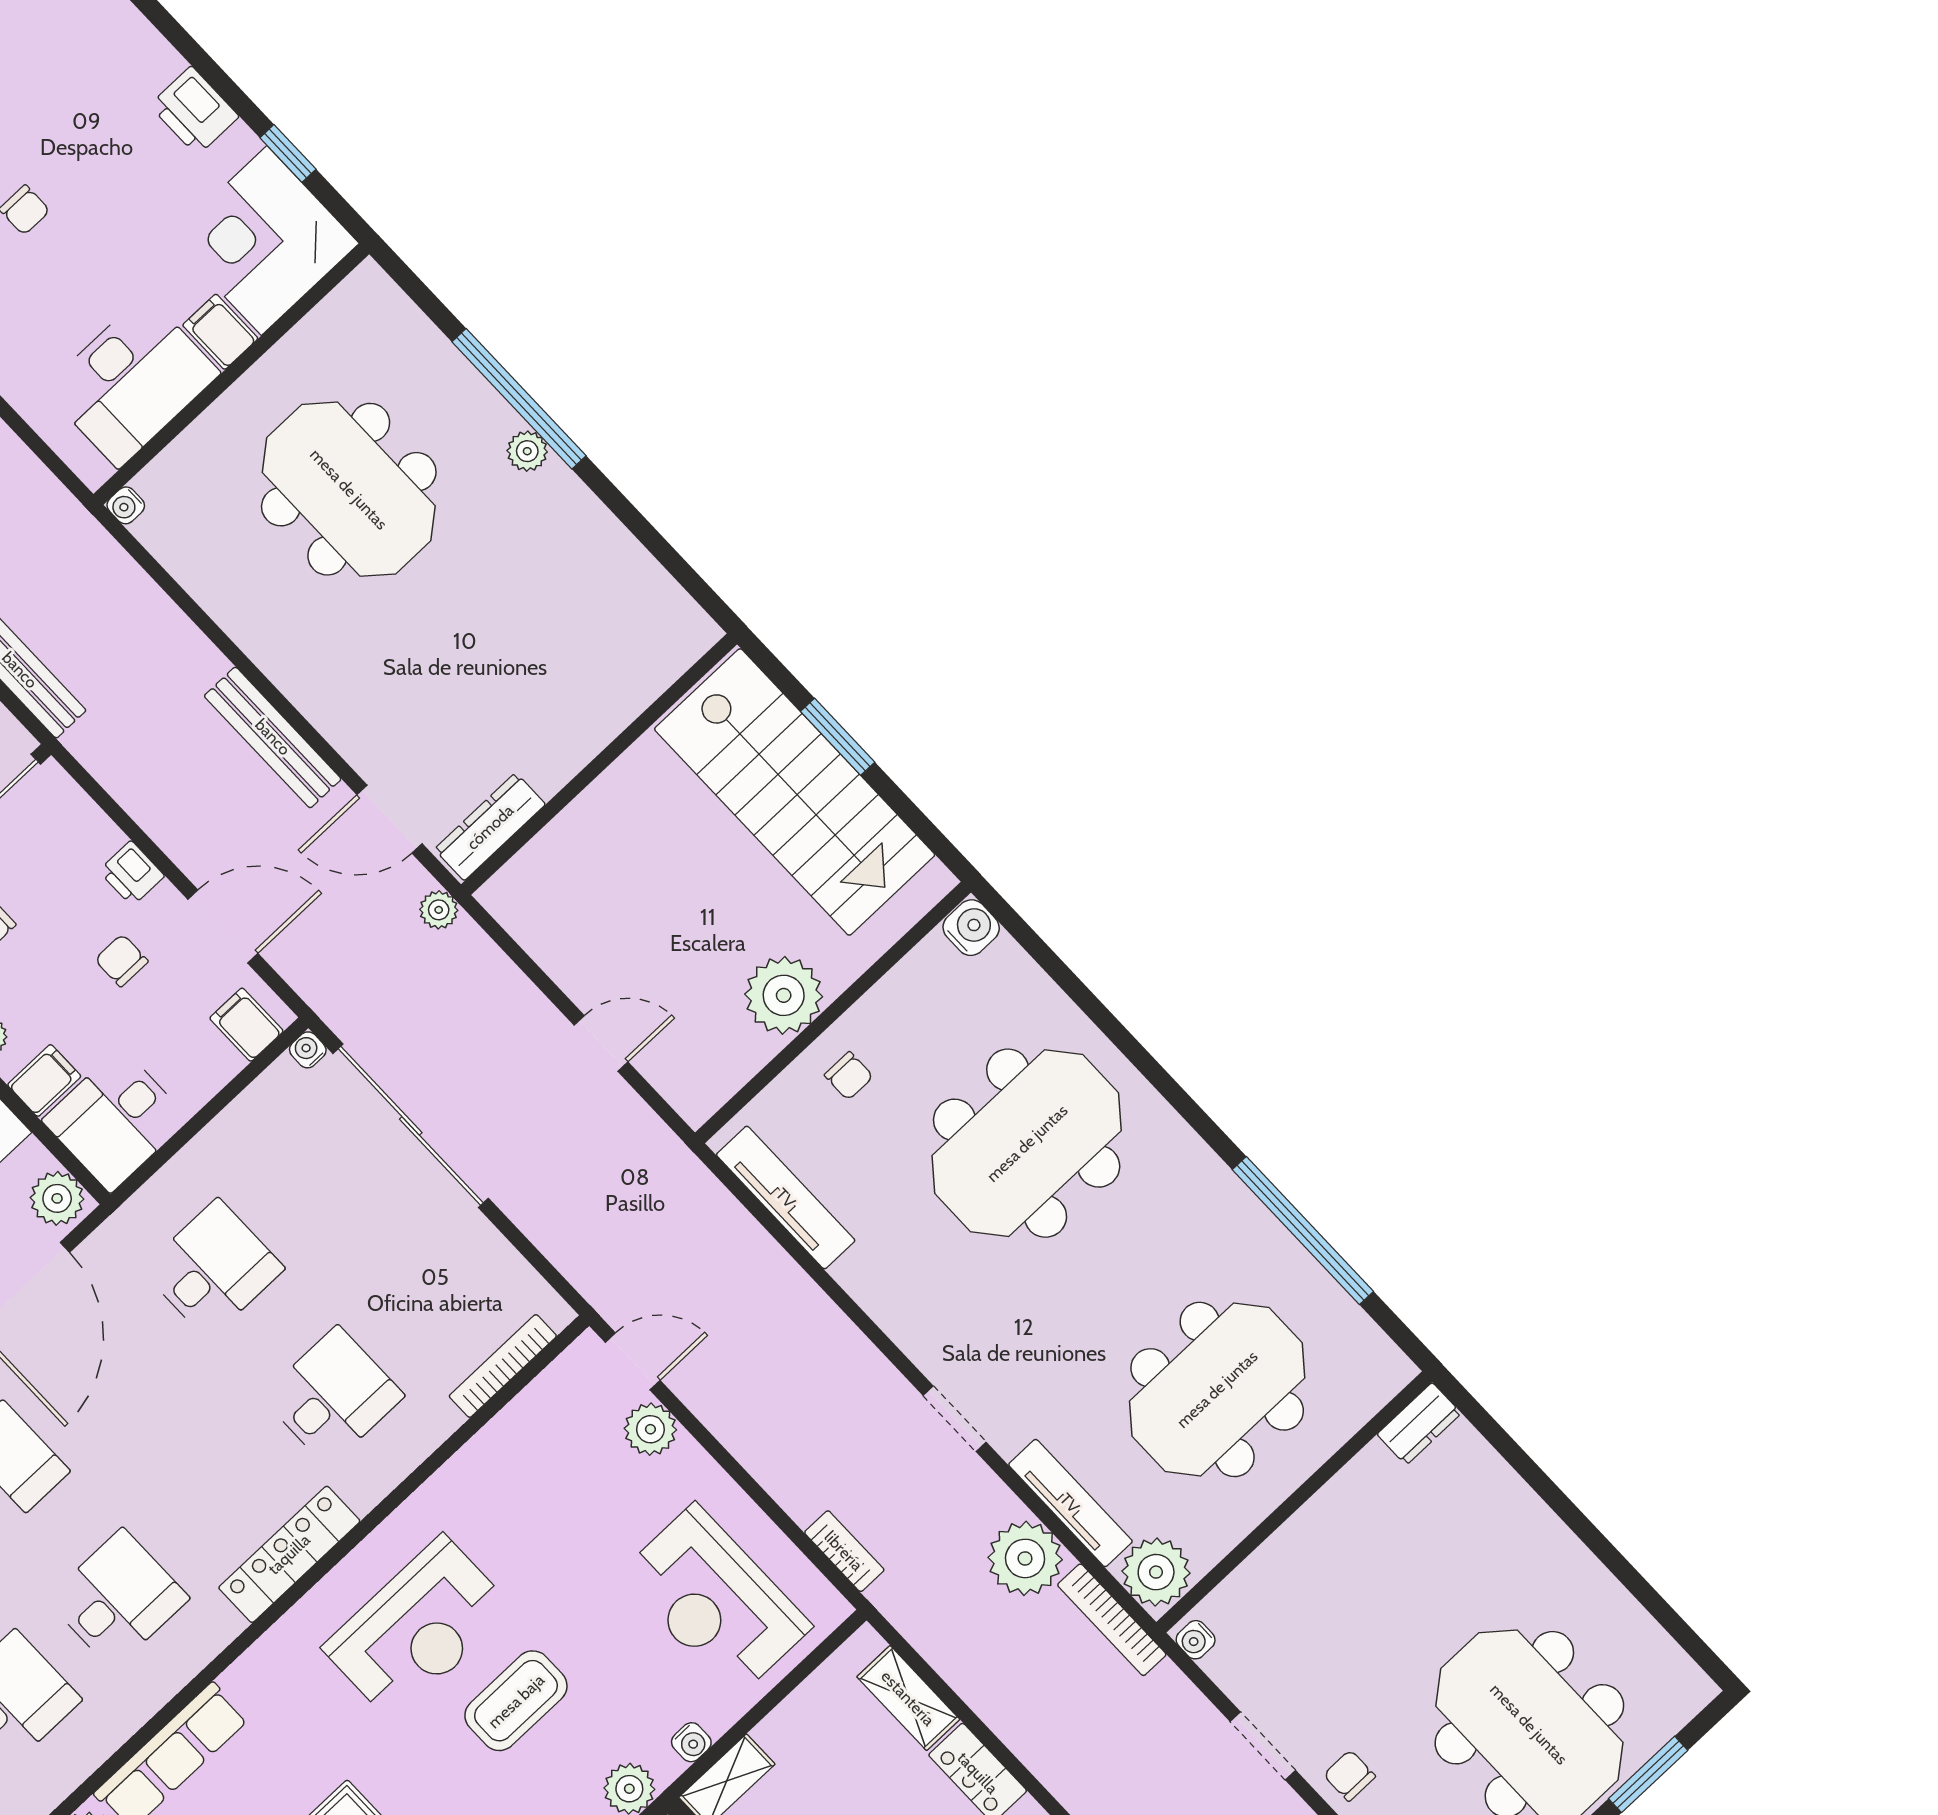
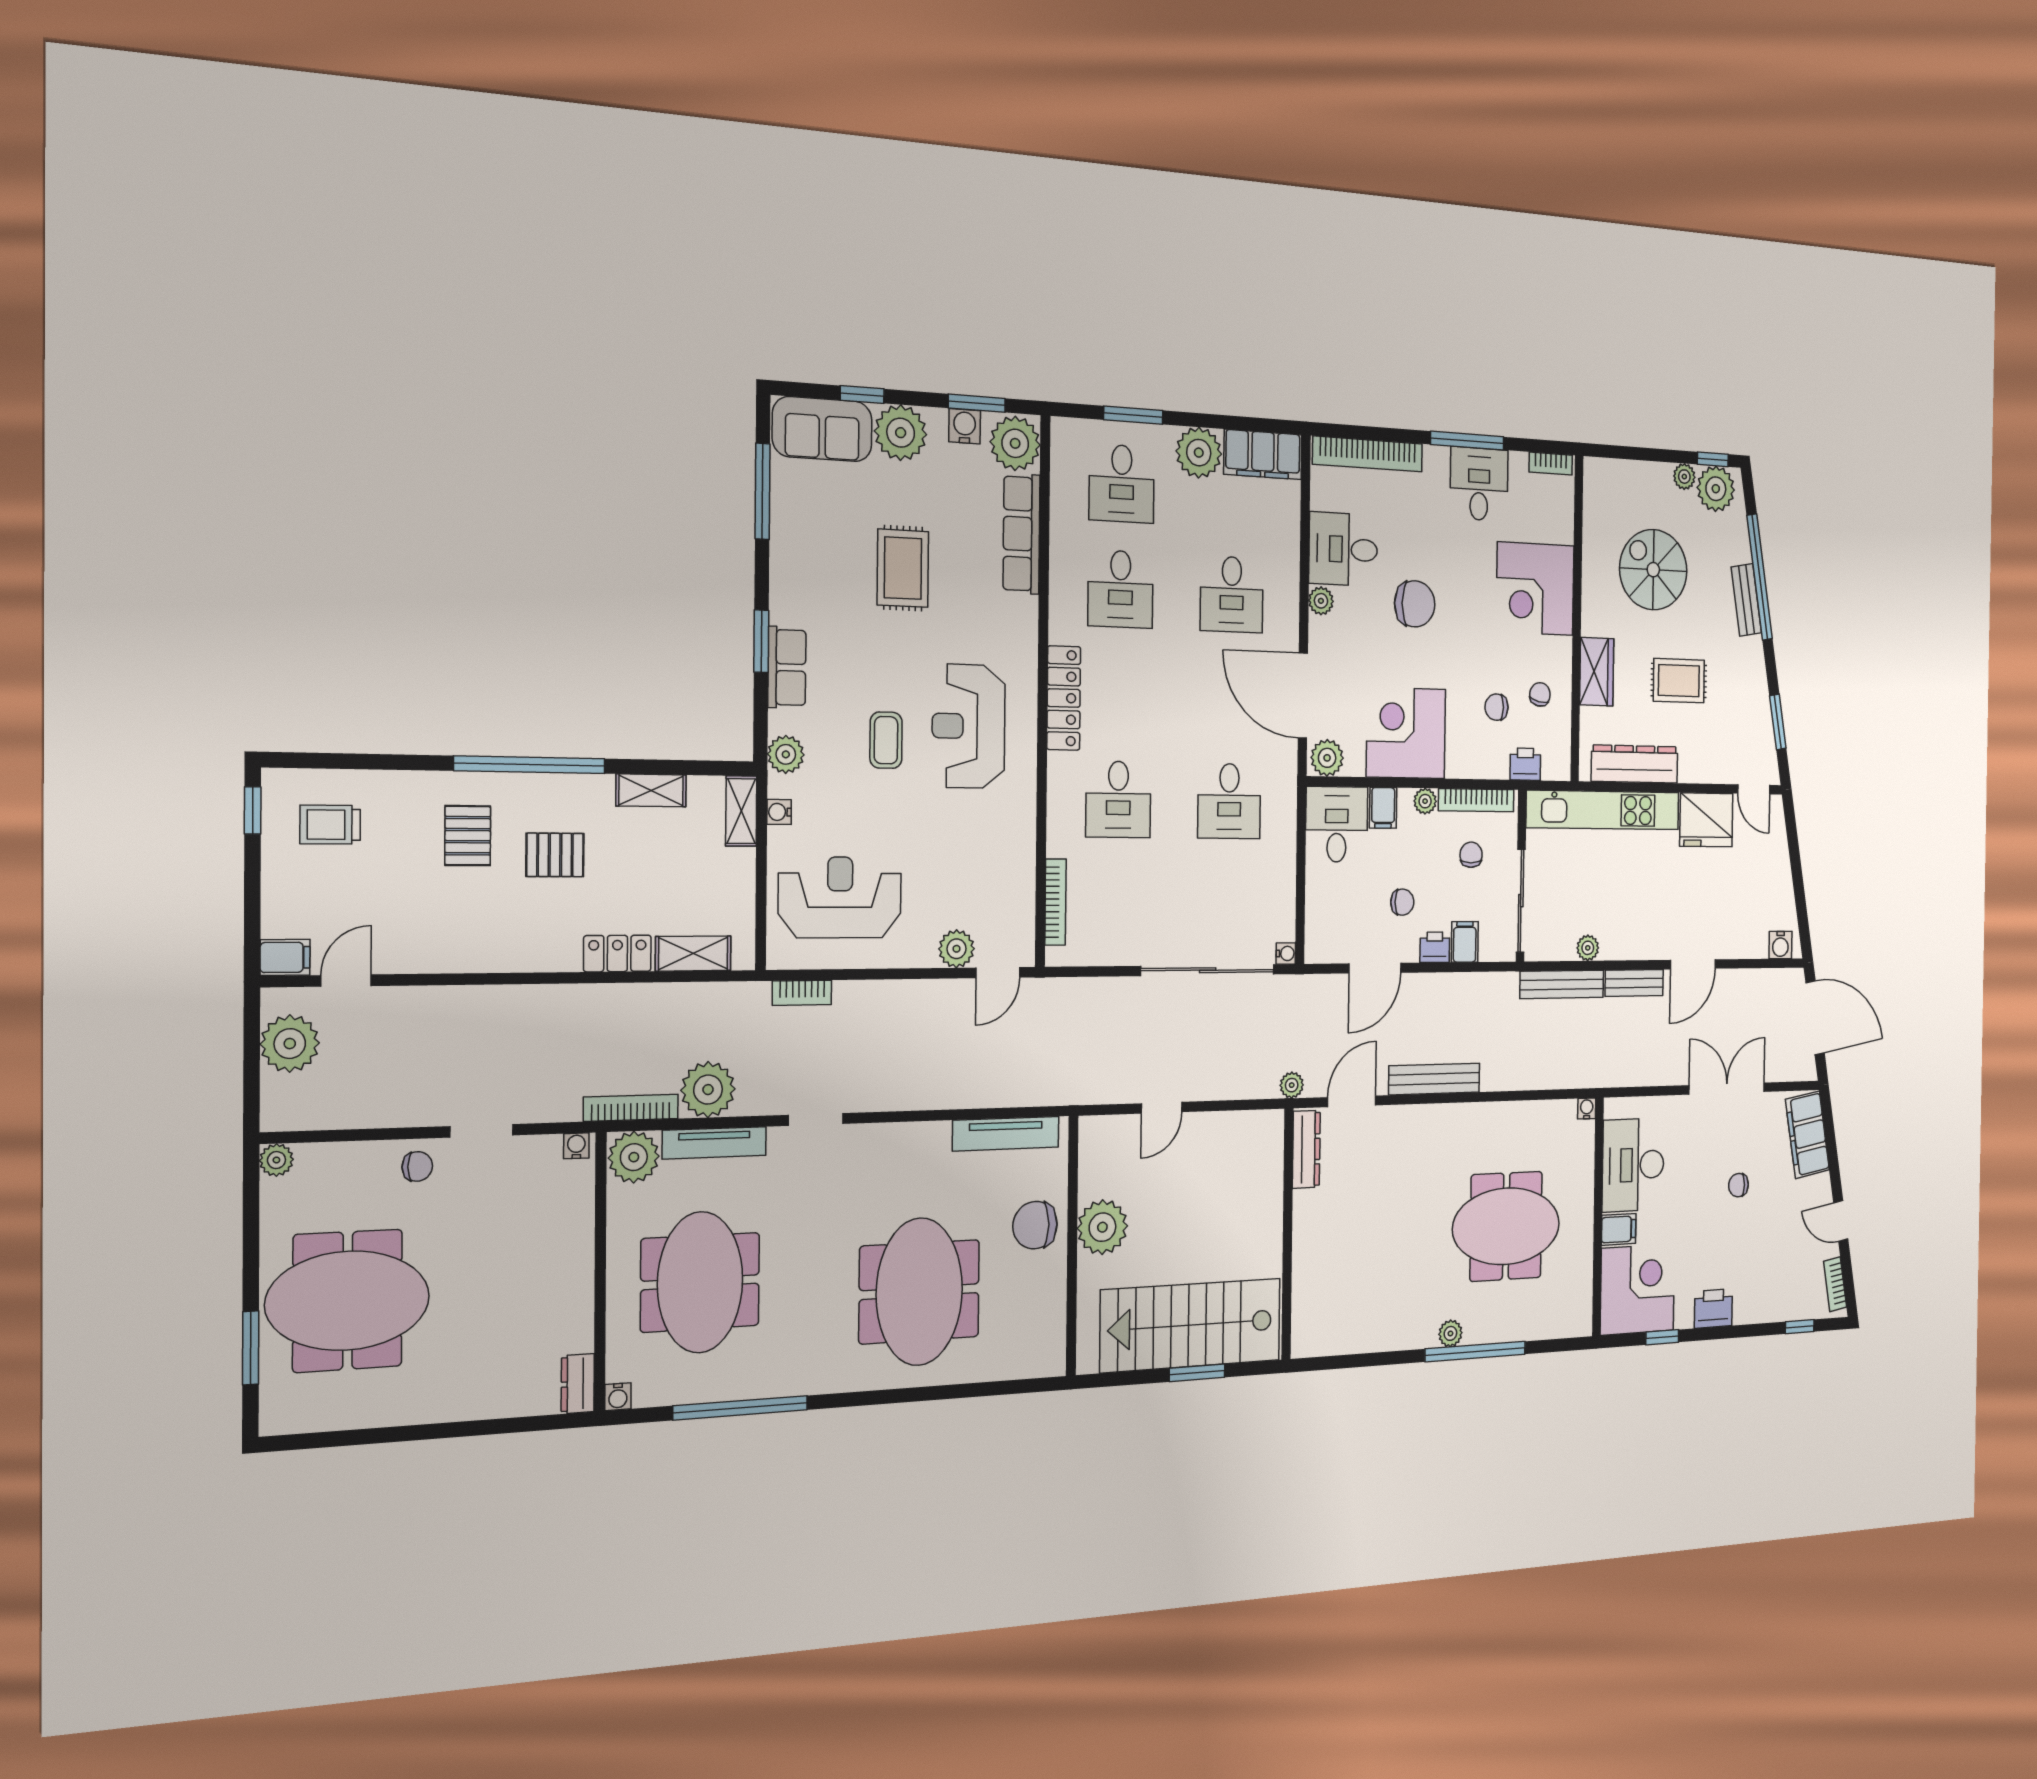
water cooler: (971, 928) -> (618, 1397), moved, width x0.72, depth x0.72
filing cabinet: (246, 1025) -> (1465, 942), moved, turned -90
chair: (849, 1076) -> (1035, 1225), width x1.87, depth x1.87
coffee table: (516, 1701) -> (886, 740), width x0.73, depth x0.77

